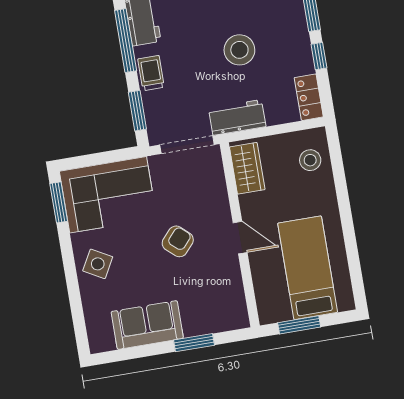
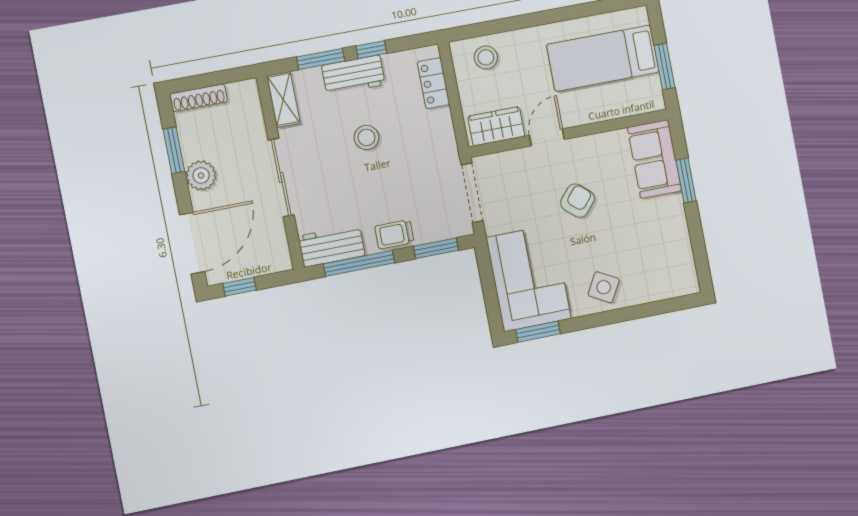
stool: (239, 50) -> (366, 137), width x0.73, depth x0.73
locker: (309, 97) -> (433, 83), moved, turned 90
workbench: (237, 117) -> (353, 75), moved, turned -90
door: (240, 238) -> (547, 137), moved
armchair: (178, 241) -> (577, 201), turned 89
sofa: (147, 325) -> (654, 159), moved

